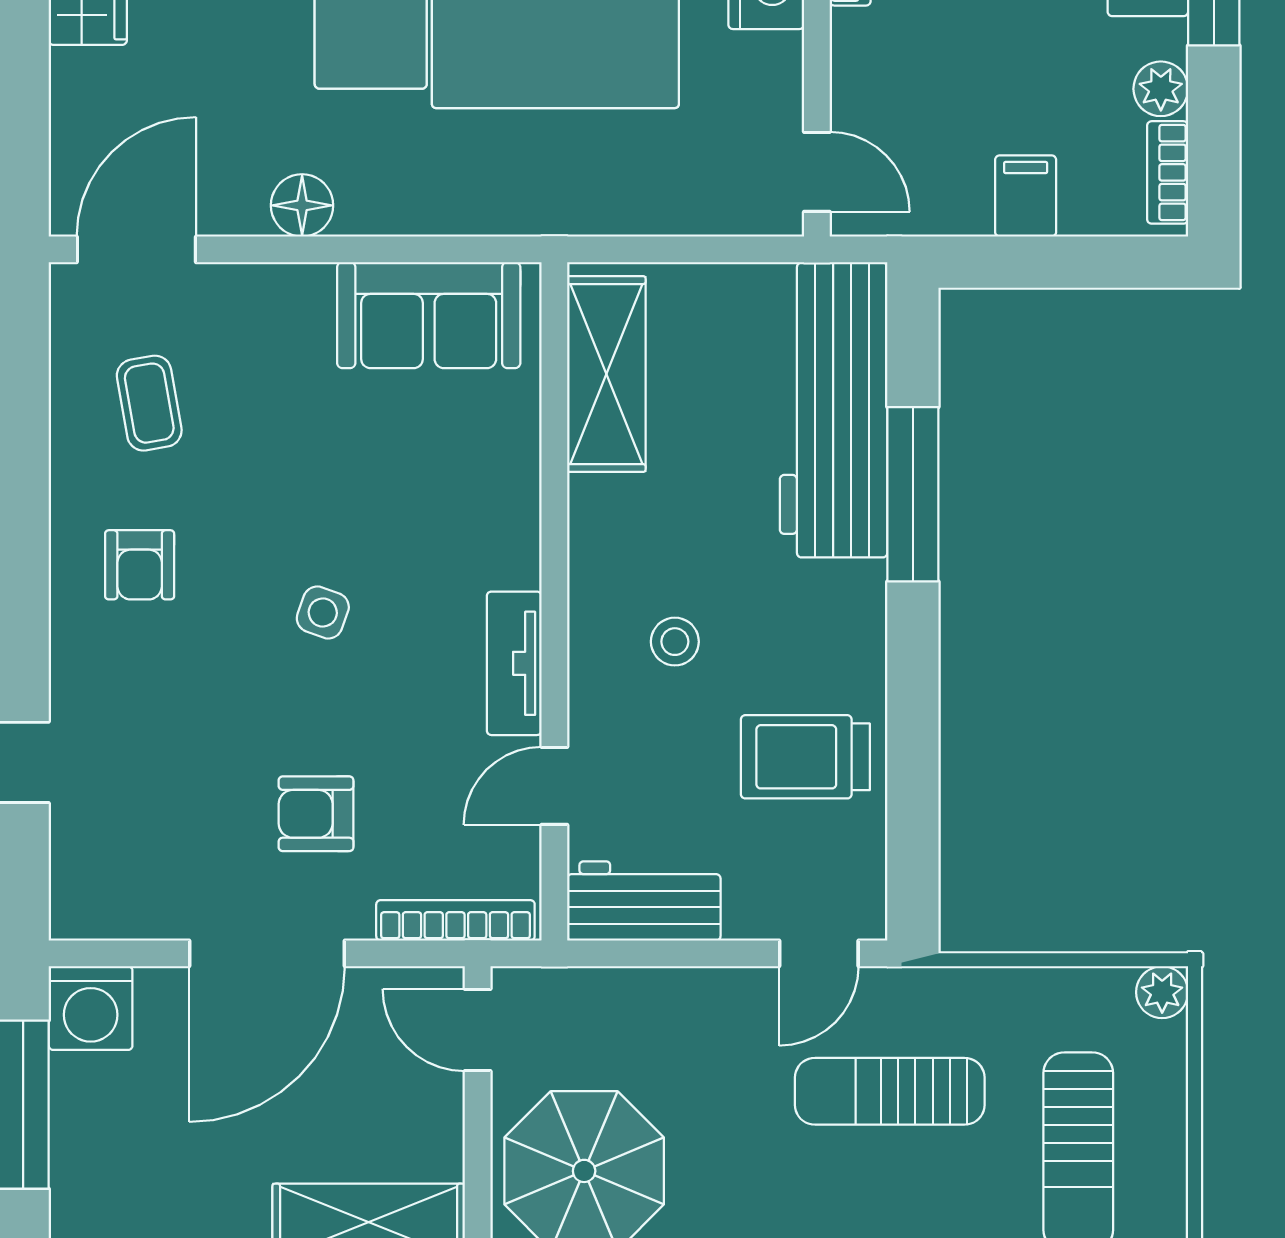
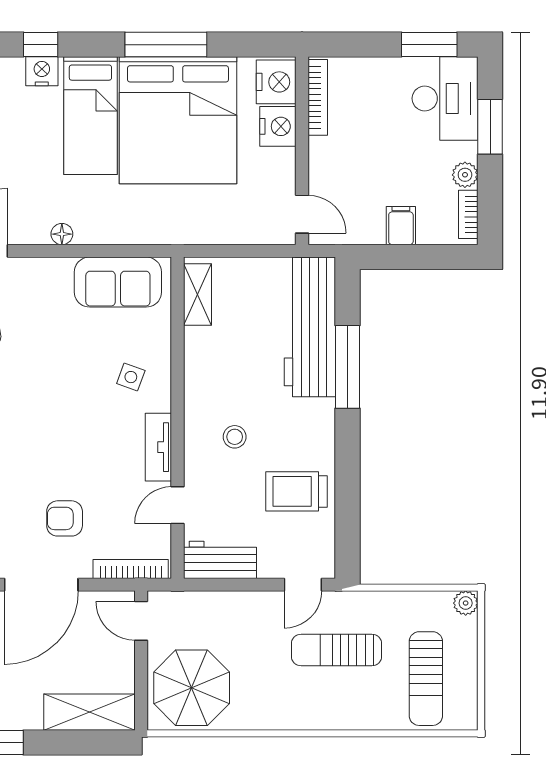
floor lamp: (302, 205) -> (62, 234), width x0.73, depth x0.73
shelving: (606, 374) -> (198, 295), width x0.67, depth x0.75
side table: (323, 613) -> (131, 377), moved

